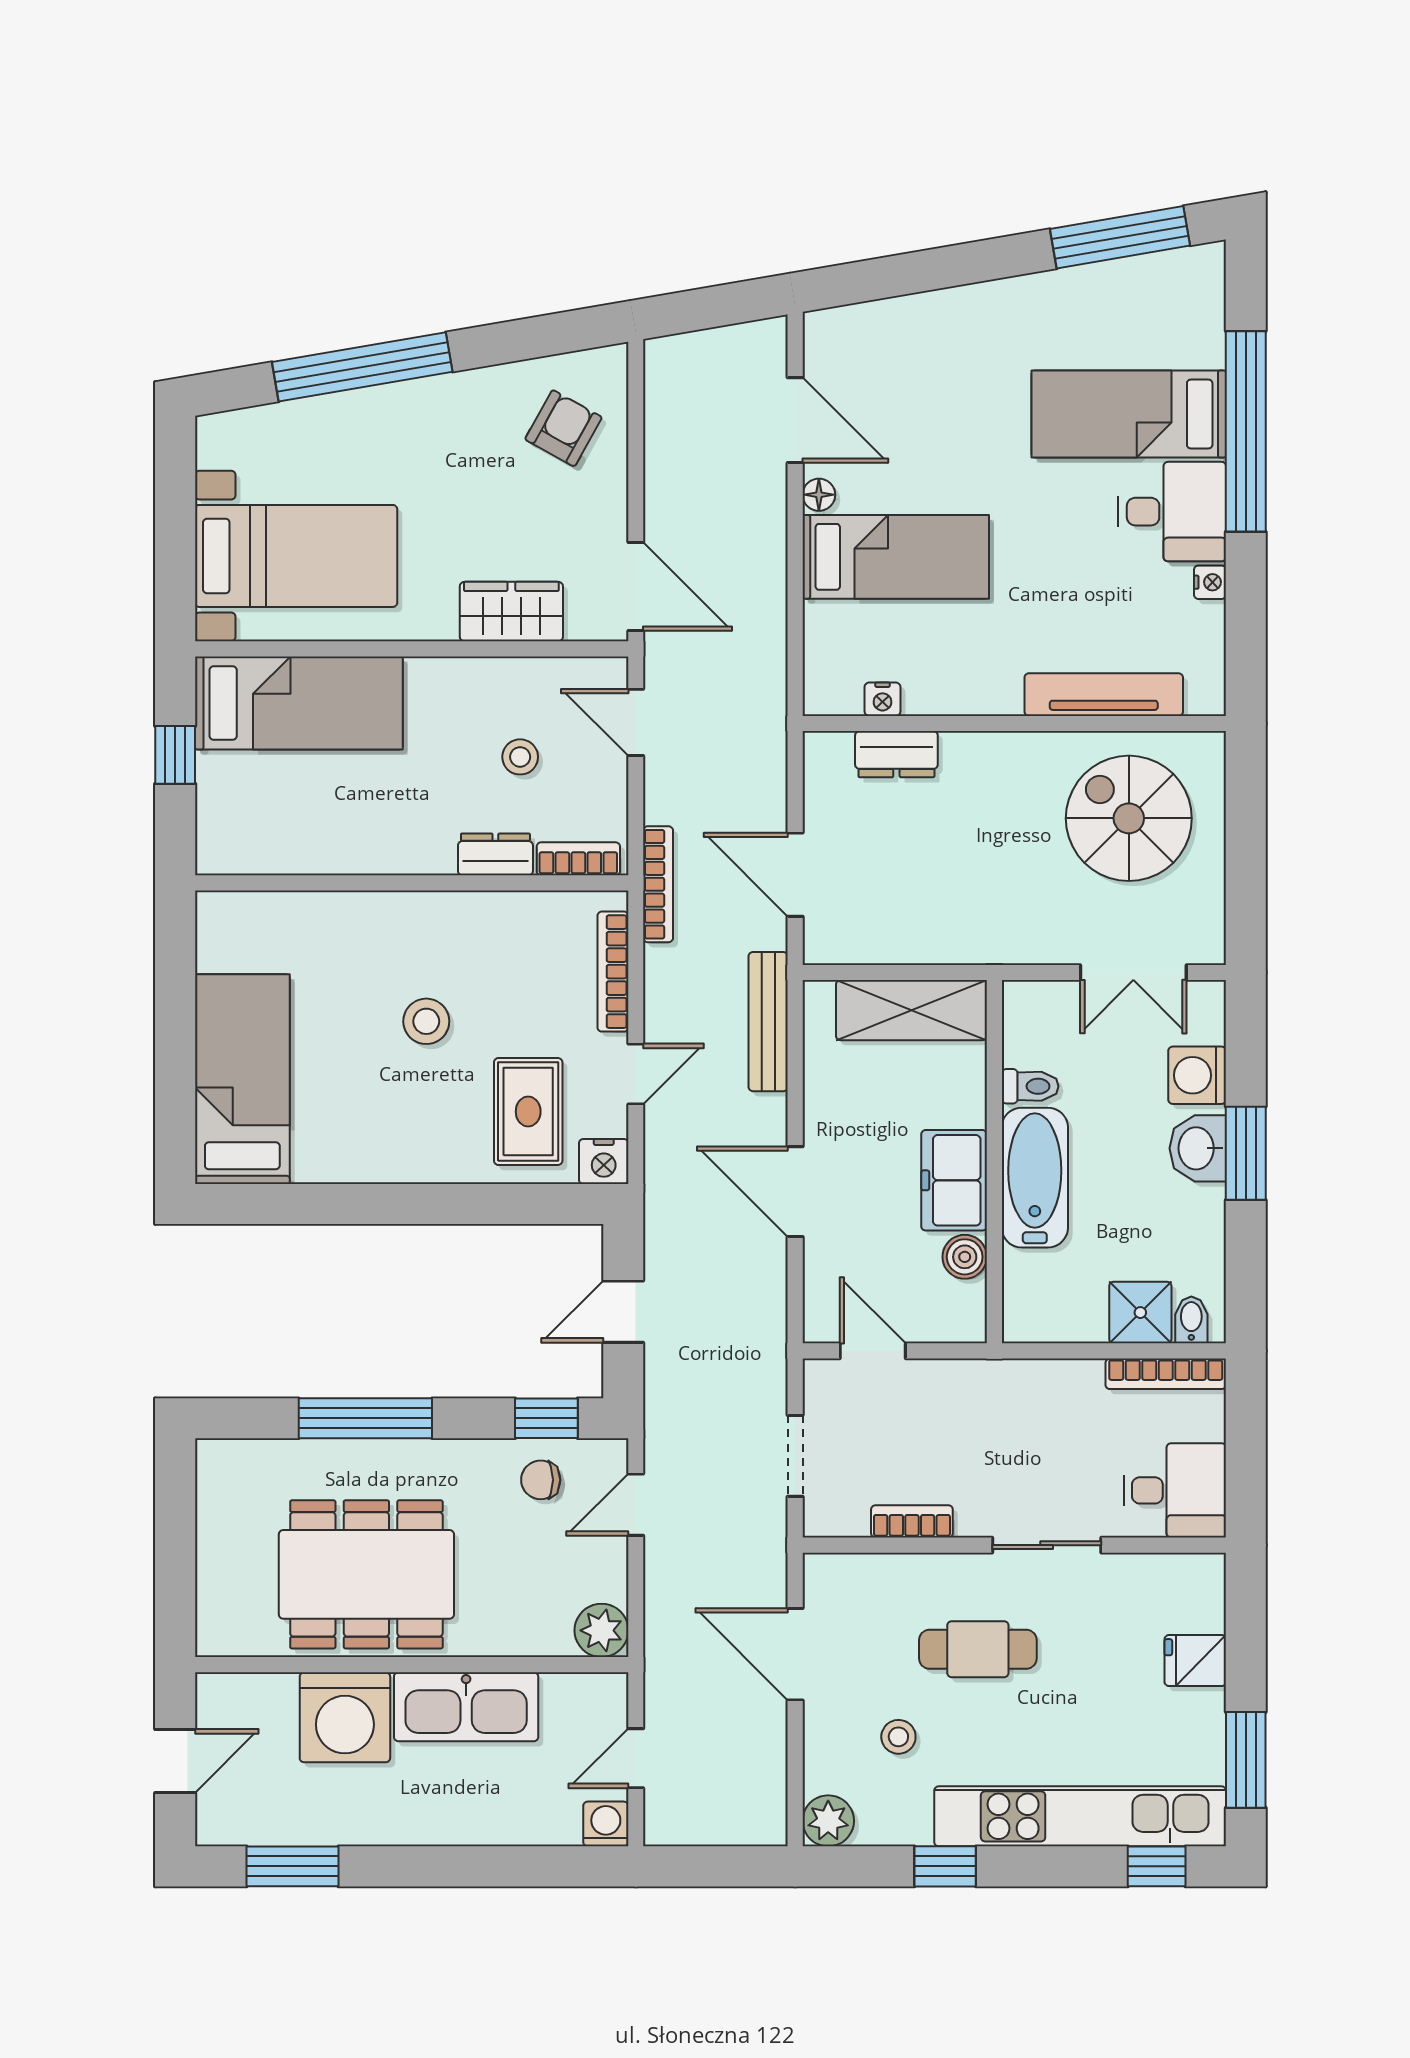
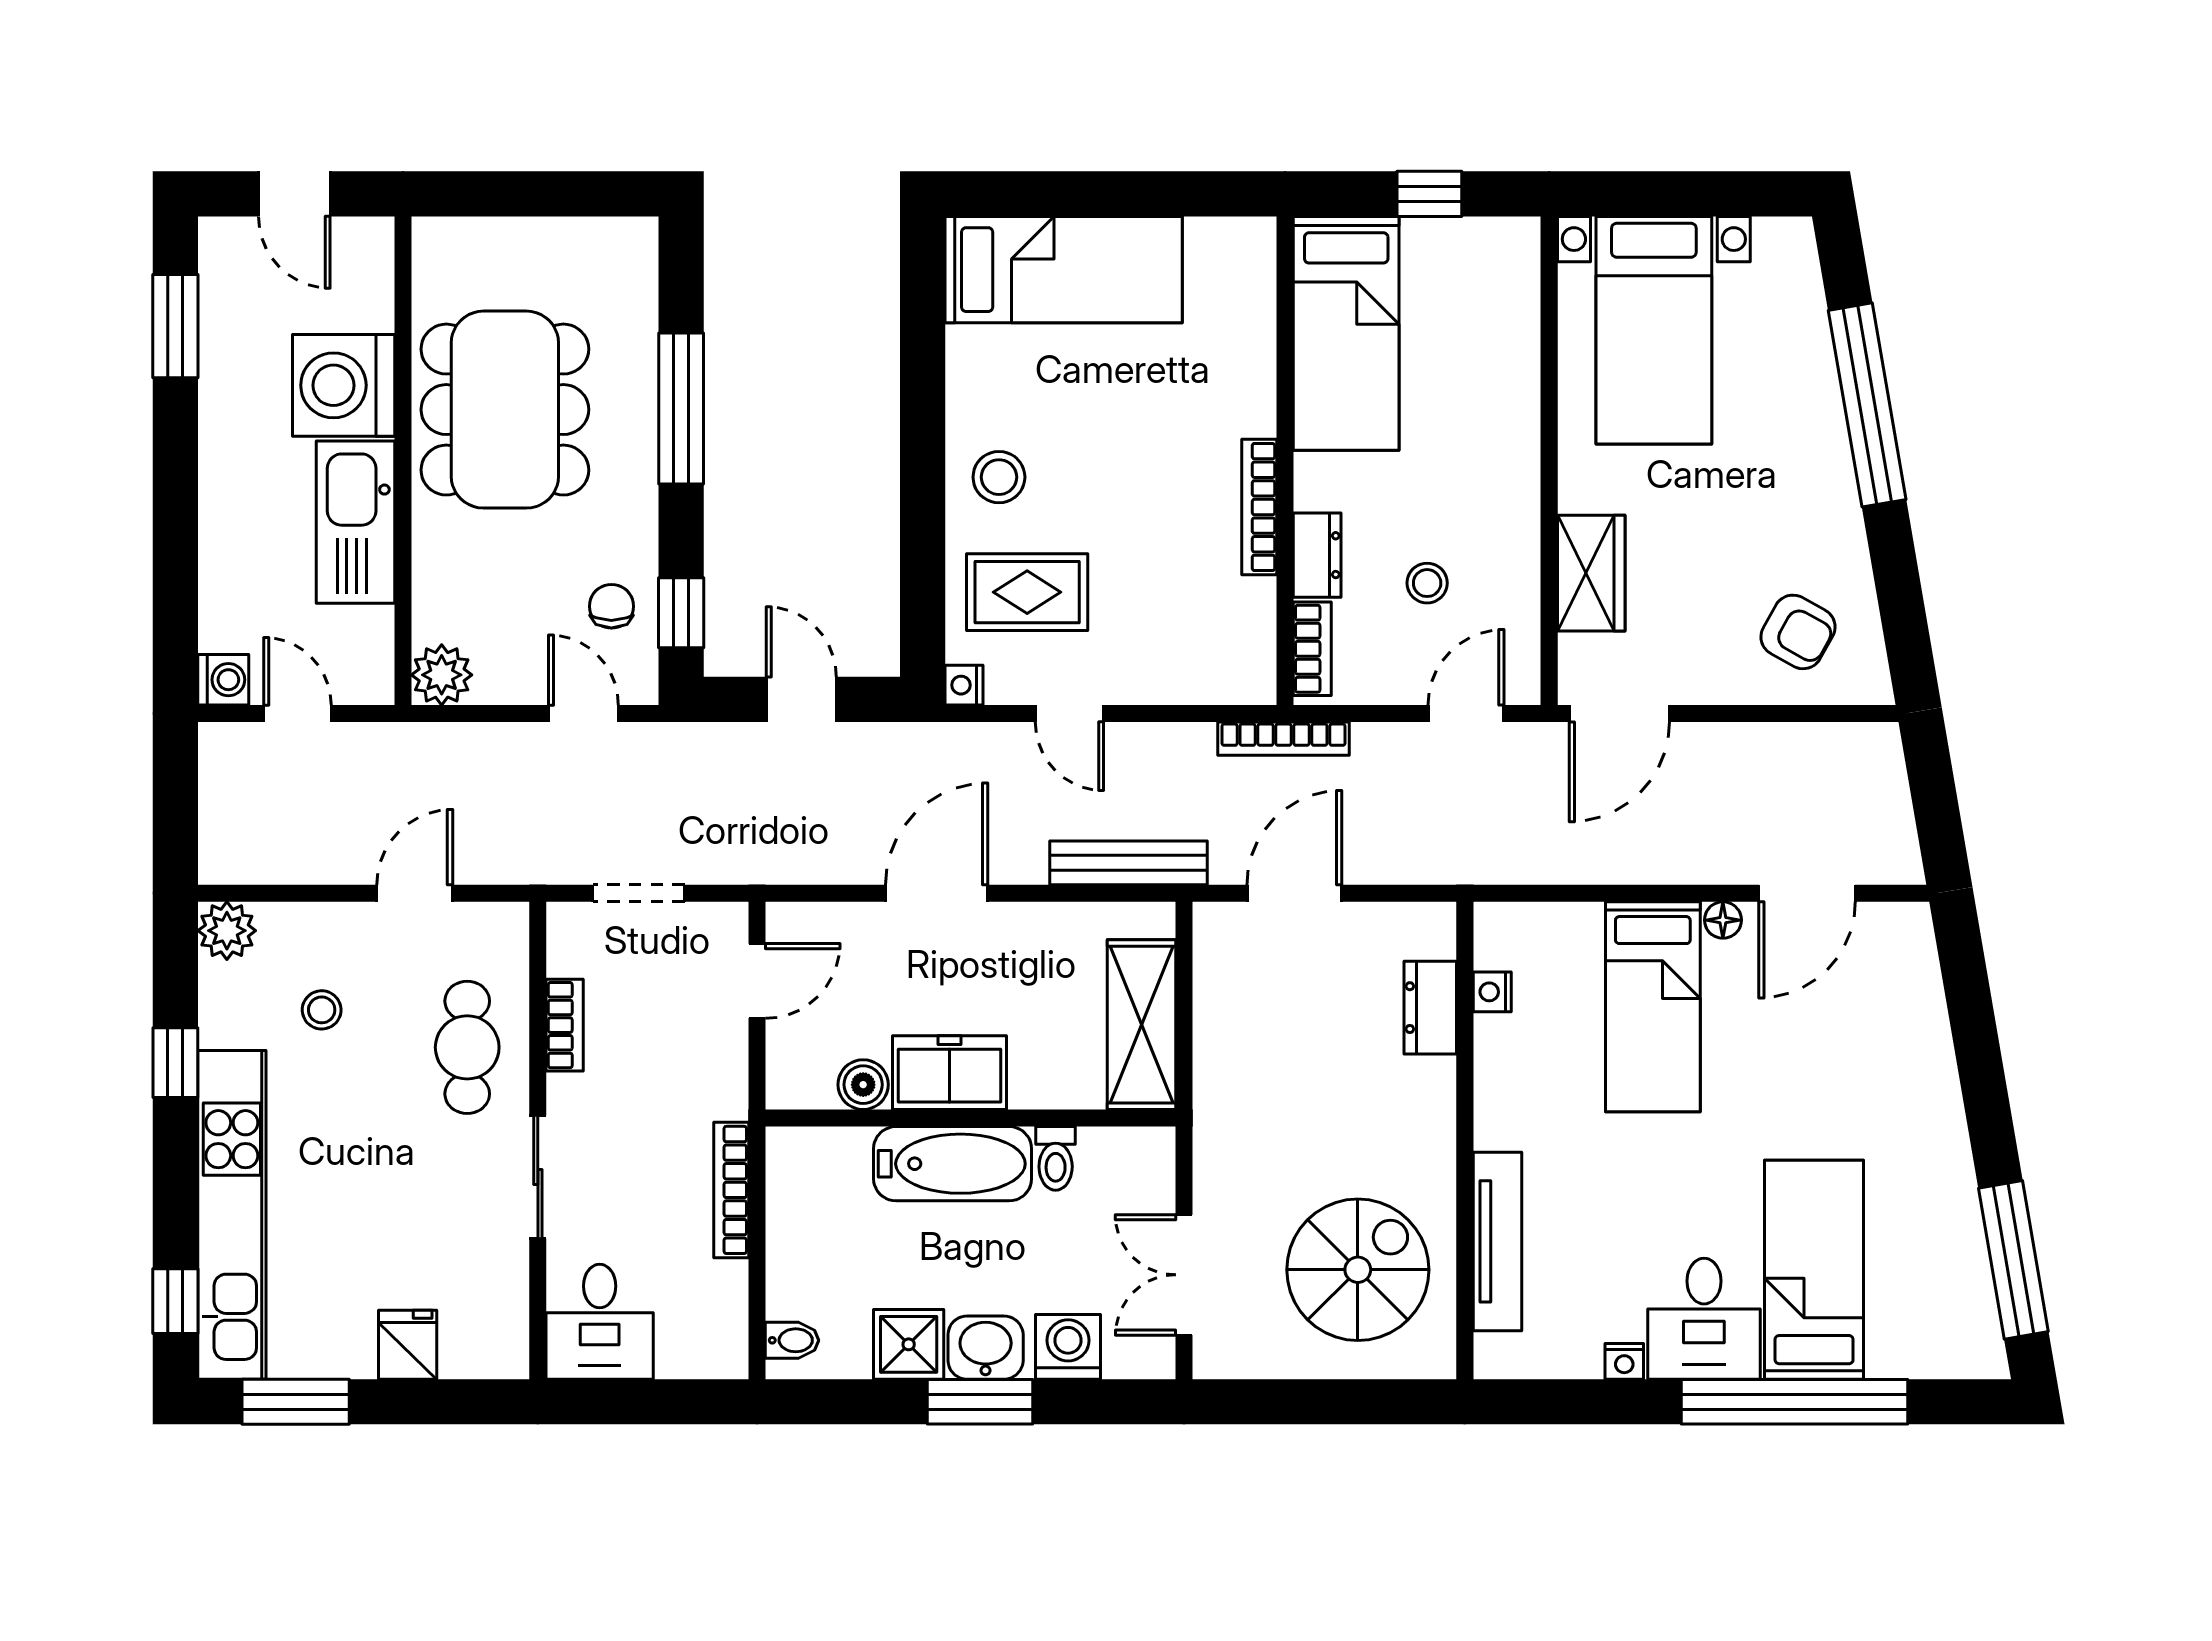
bed: (299, 703) -> (1346, 333), moved
bookcase: (613, 972) -> (1259, 507), moved, turned -90
stool: (426, 1021) -> (999, 477), moved
nightstand: (604, 1161) -> (964, 685), width x0.72, depth x0.74
shower: (1140, 1313) -> (909, 1344), moved
bookcase: (1166, 1374) -> (731, 1190), moved
cafe table: (978, 1649) -> (467, 1047), moved
door: (795, 1654) -> (415, 893), width x0.73

